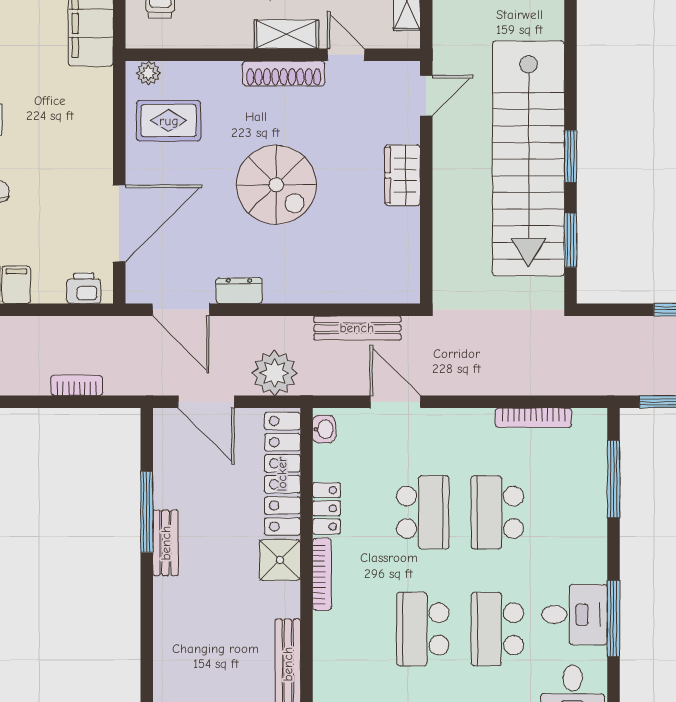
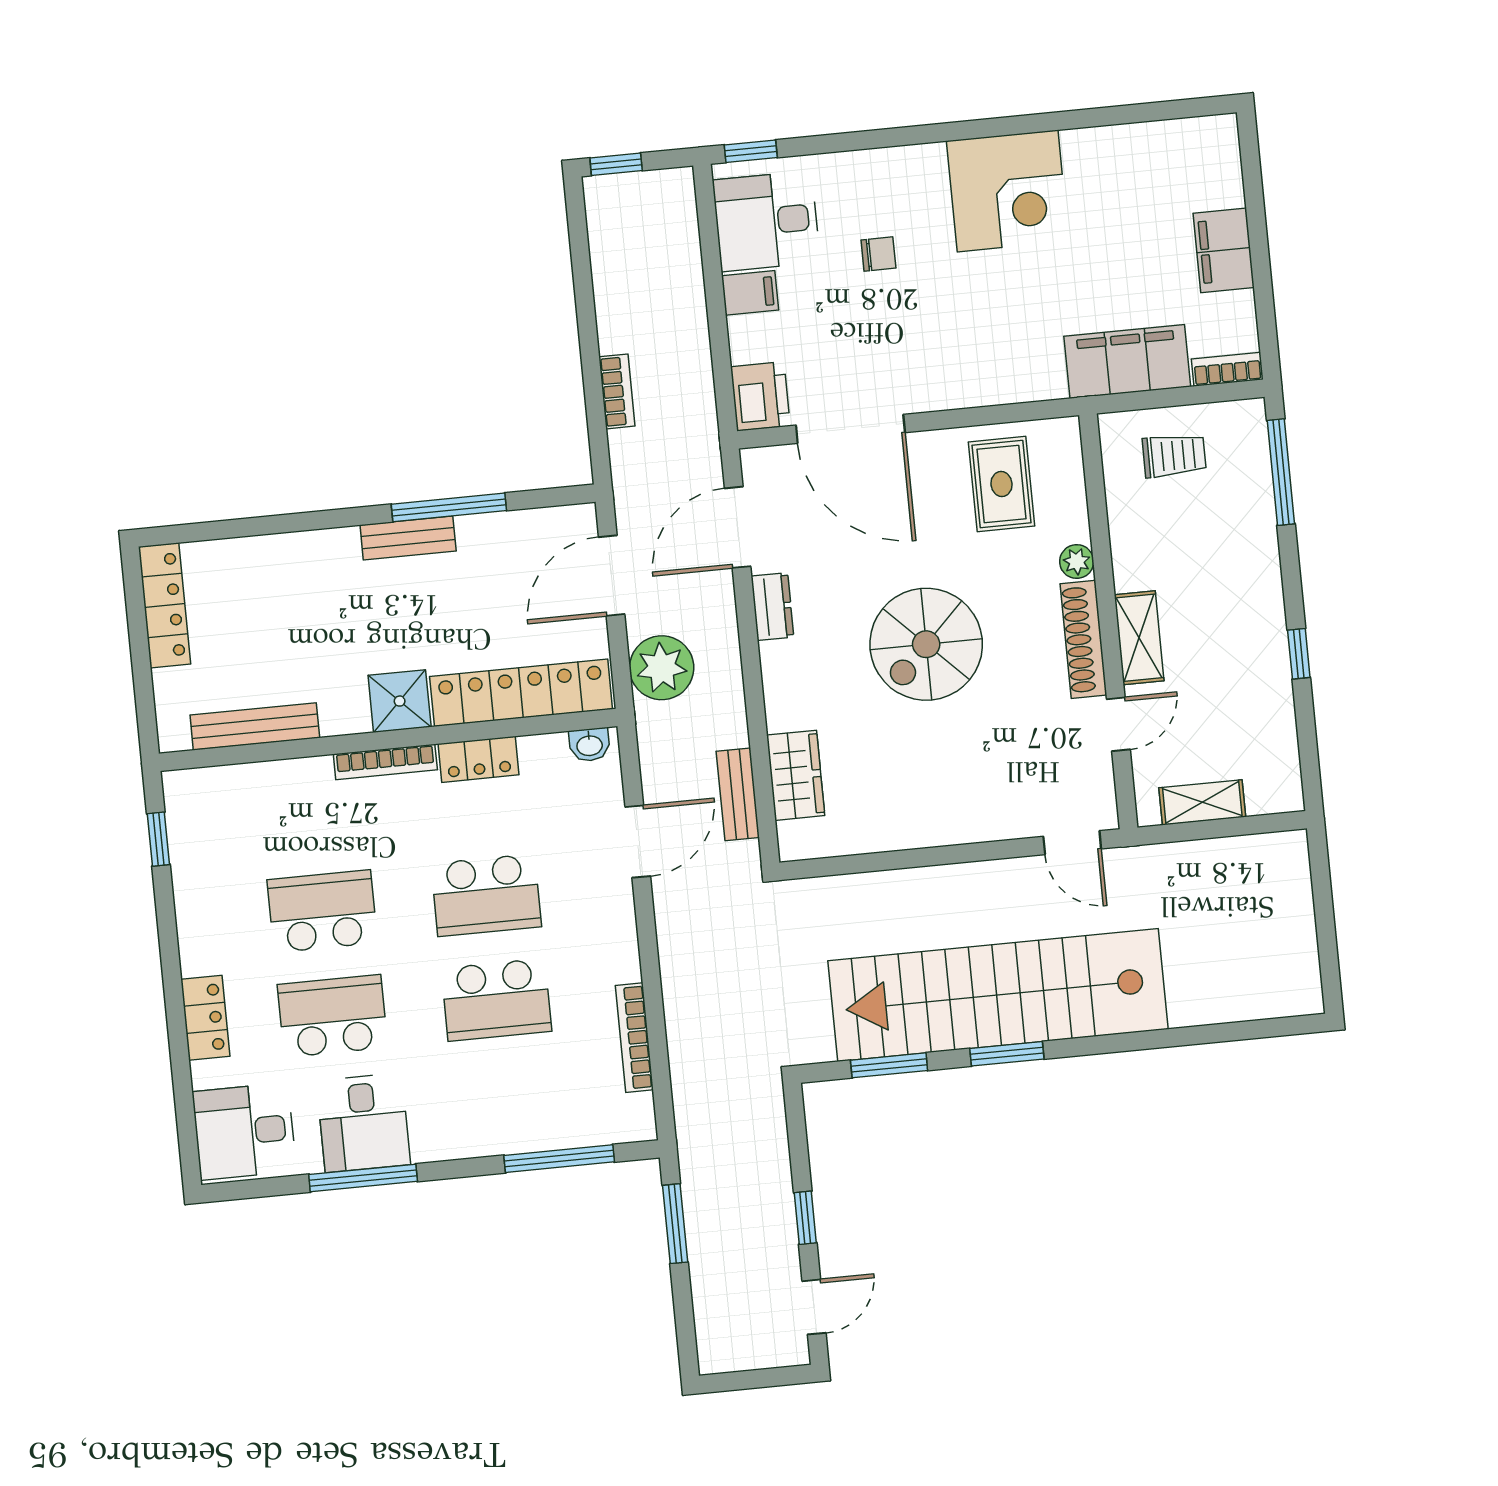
plant: (148, 73) -> (1077, 562), moved
wardrobe: (402, 175) -> (796, 775), moved, turned 90
printer: (84, 288) -> (760, 396), width x1.36, depth x1.24
bench: (357, 328) -> (738, 794), width x0.73
school desk: (497, 512) -> (496, 1000), turned 180

